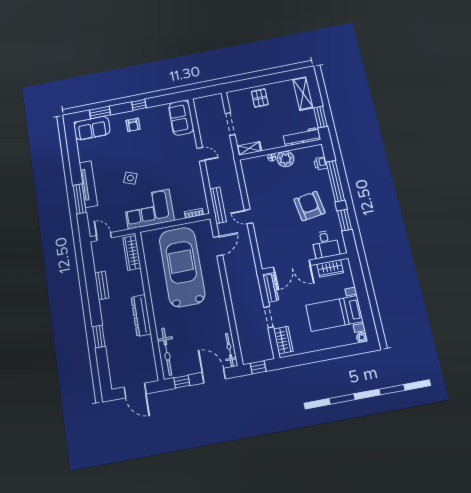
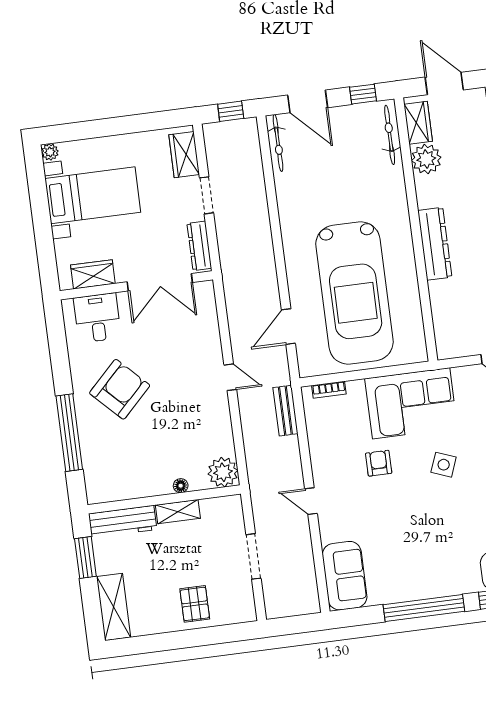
window: (139, 105) -> (424, 608), width x3.17
armchair: (133, 125) -> (379, 463), moved
shelving: (249, 148) -> (178, 512), moved
plant: (286, 159) -> (223, 472), moved
printer: (321, 163) -> (93, 468), removed
bench: (218, 205) -> (285, 411), width x0.73
armchair: (309, 206) -> (120, 389), turned -126
window: (344, 220) -> (60, 359), removed
wardrobe: (132, 253) -> (418, 123), moved, width x0.67
double door: (292, 266) -> (160, 282), swing flipped
dresser: (141, 315) -> (435, 244), moved
plant: (144, 345) -> (426, 159), added
bicycle: (167, 352) -> (390, 135), width x0.73, depth x0.71

